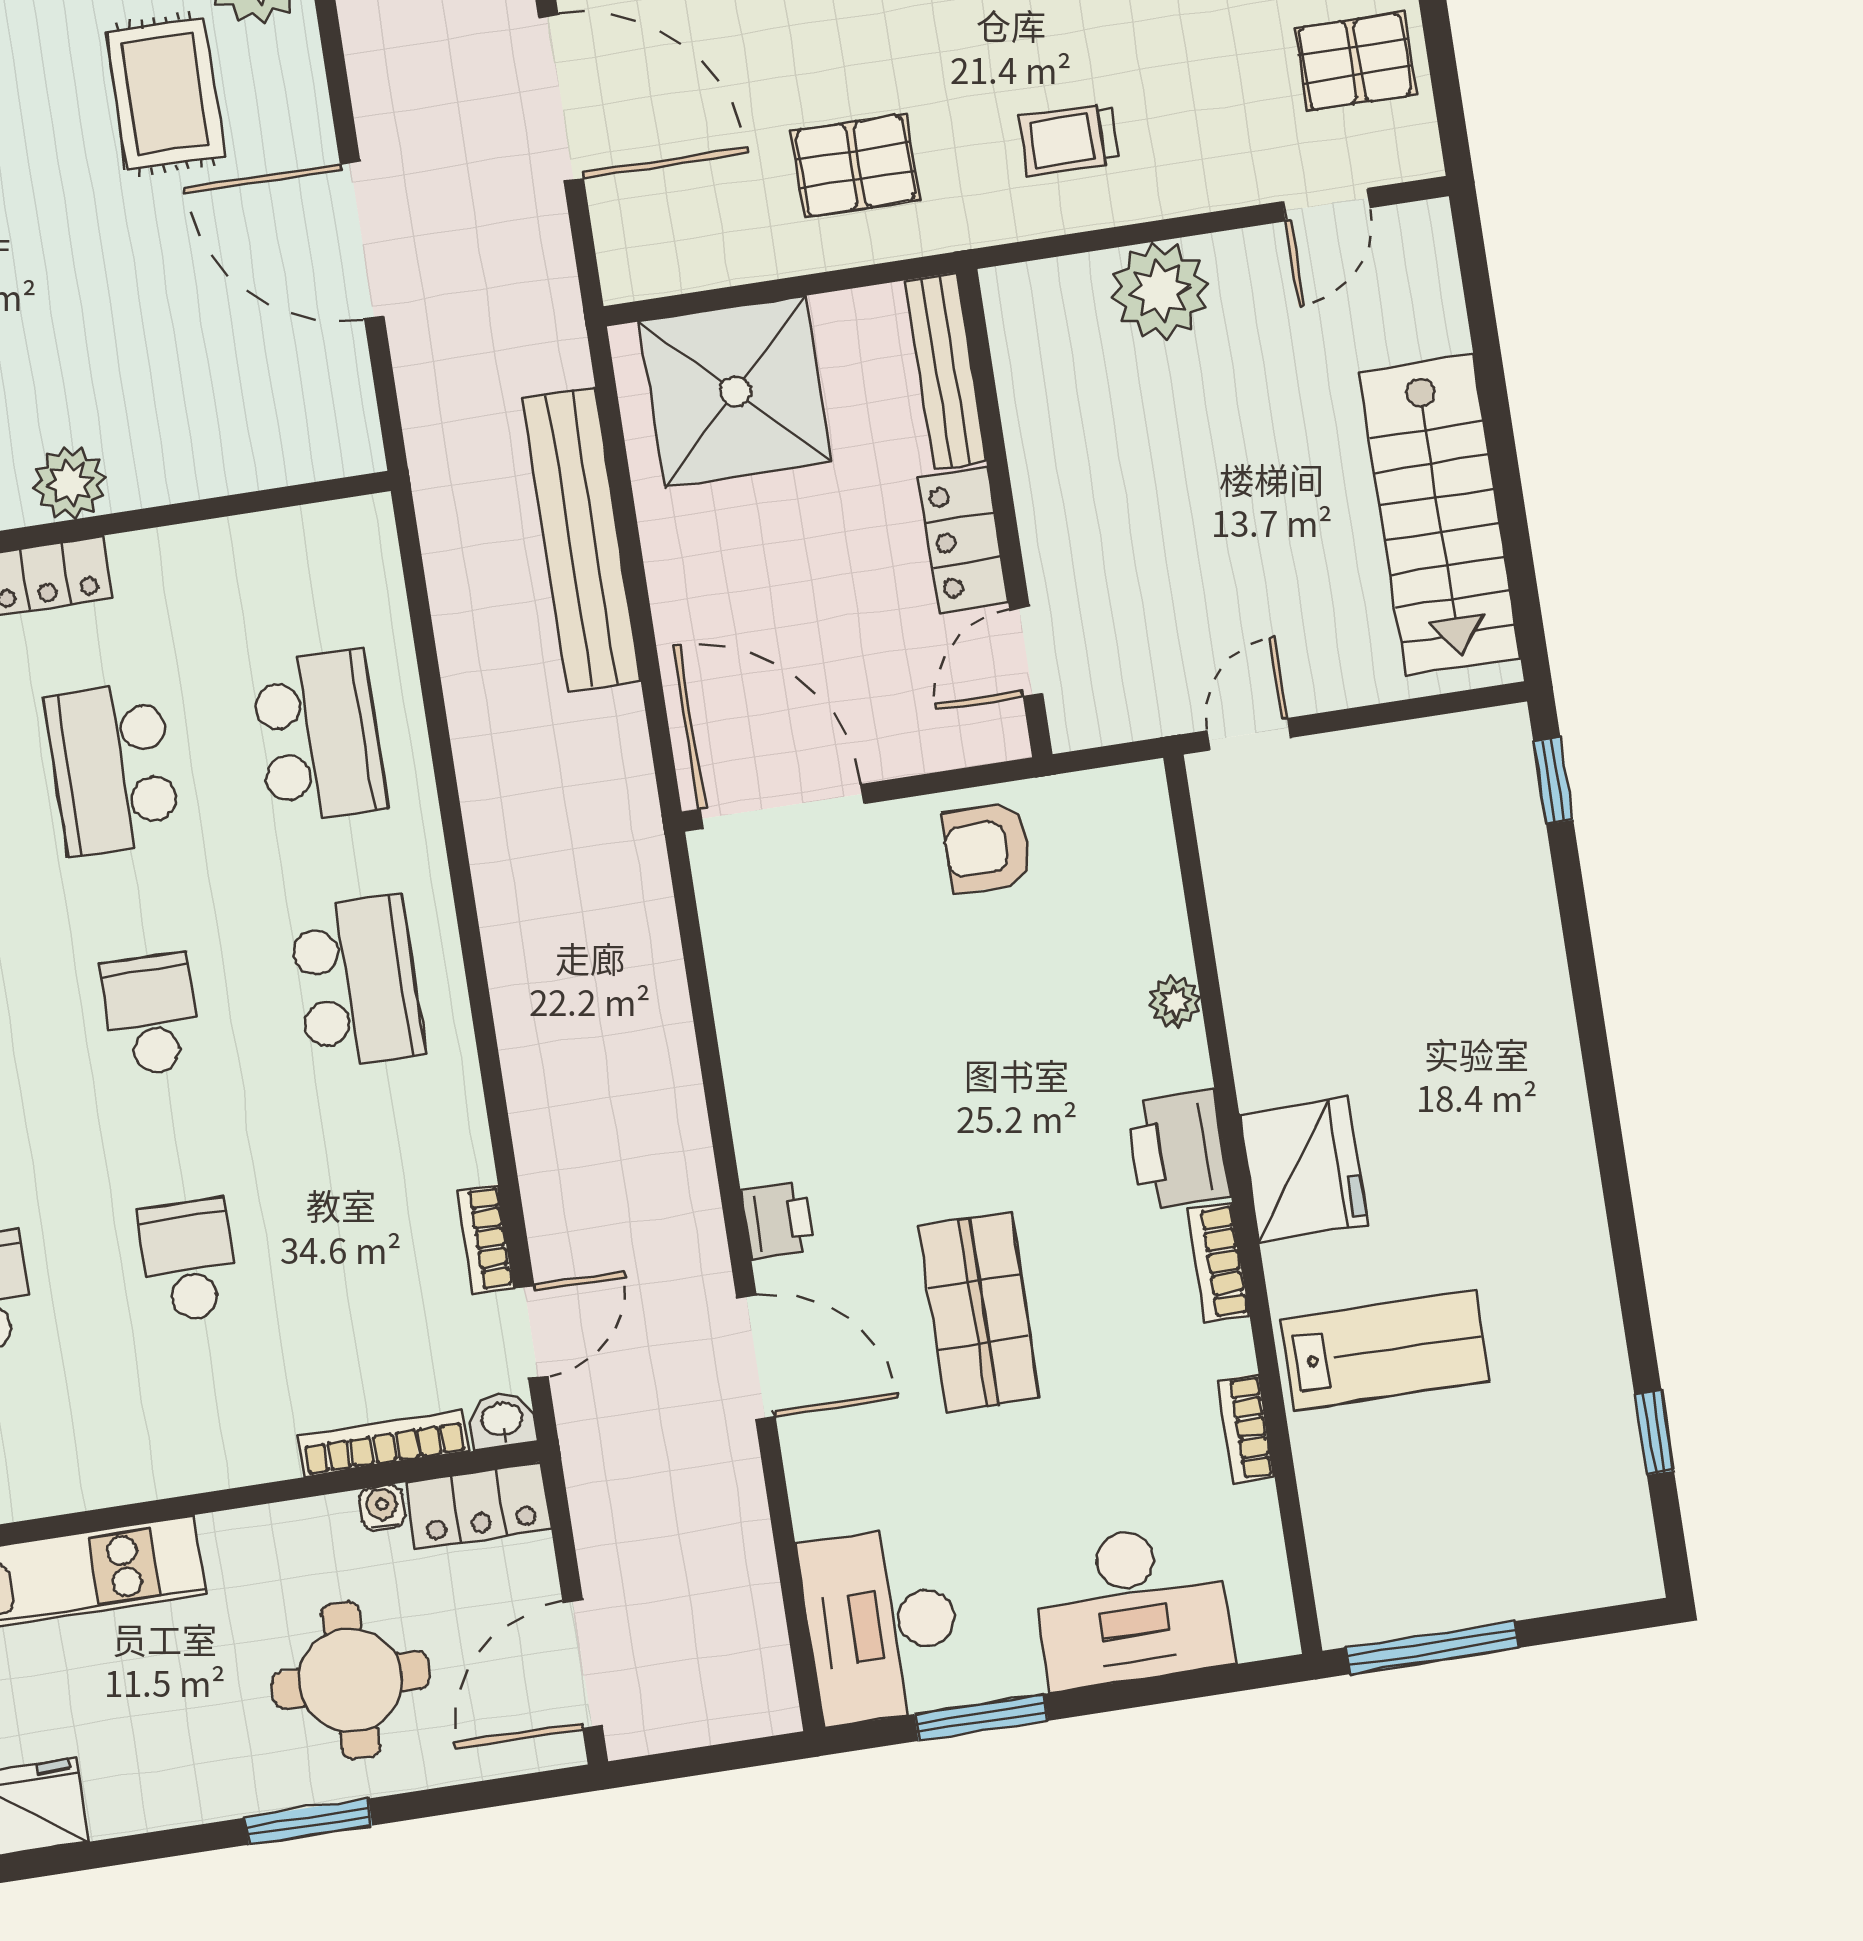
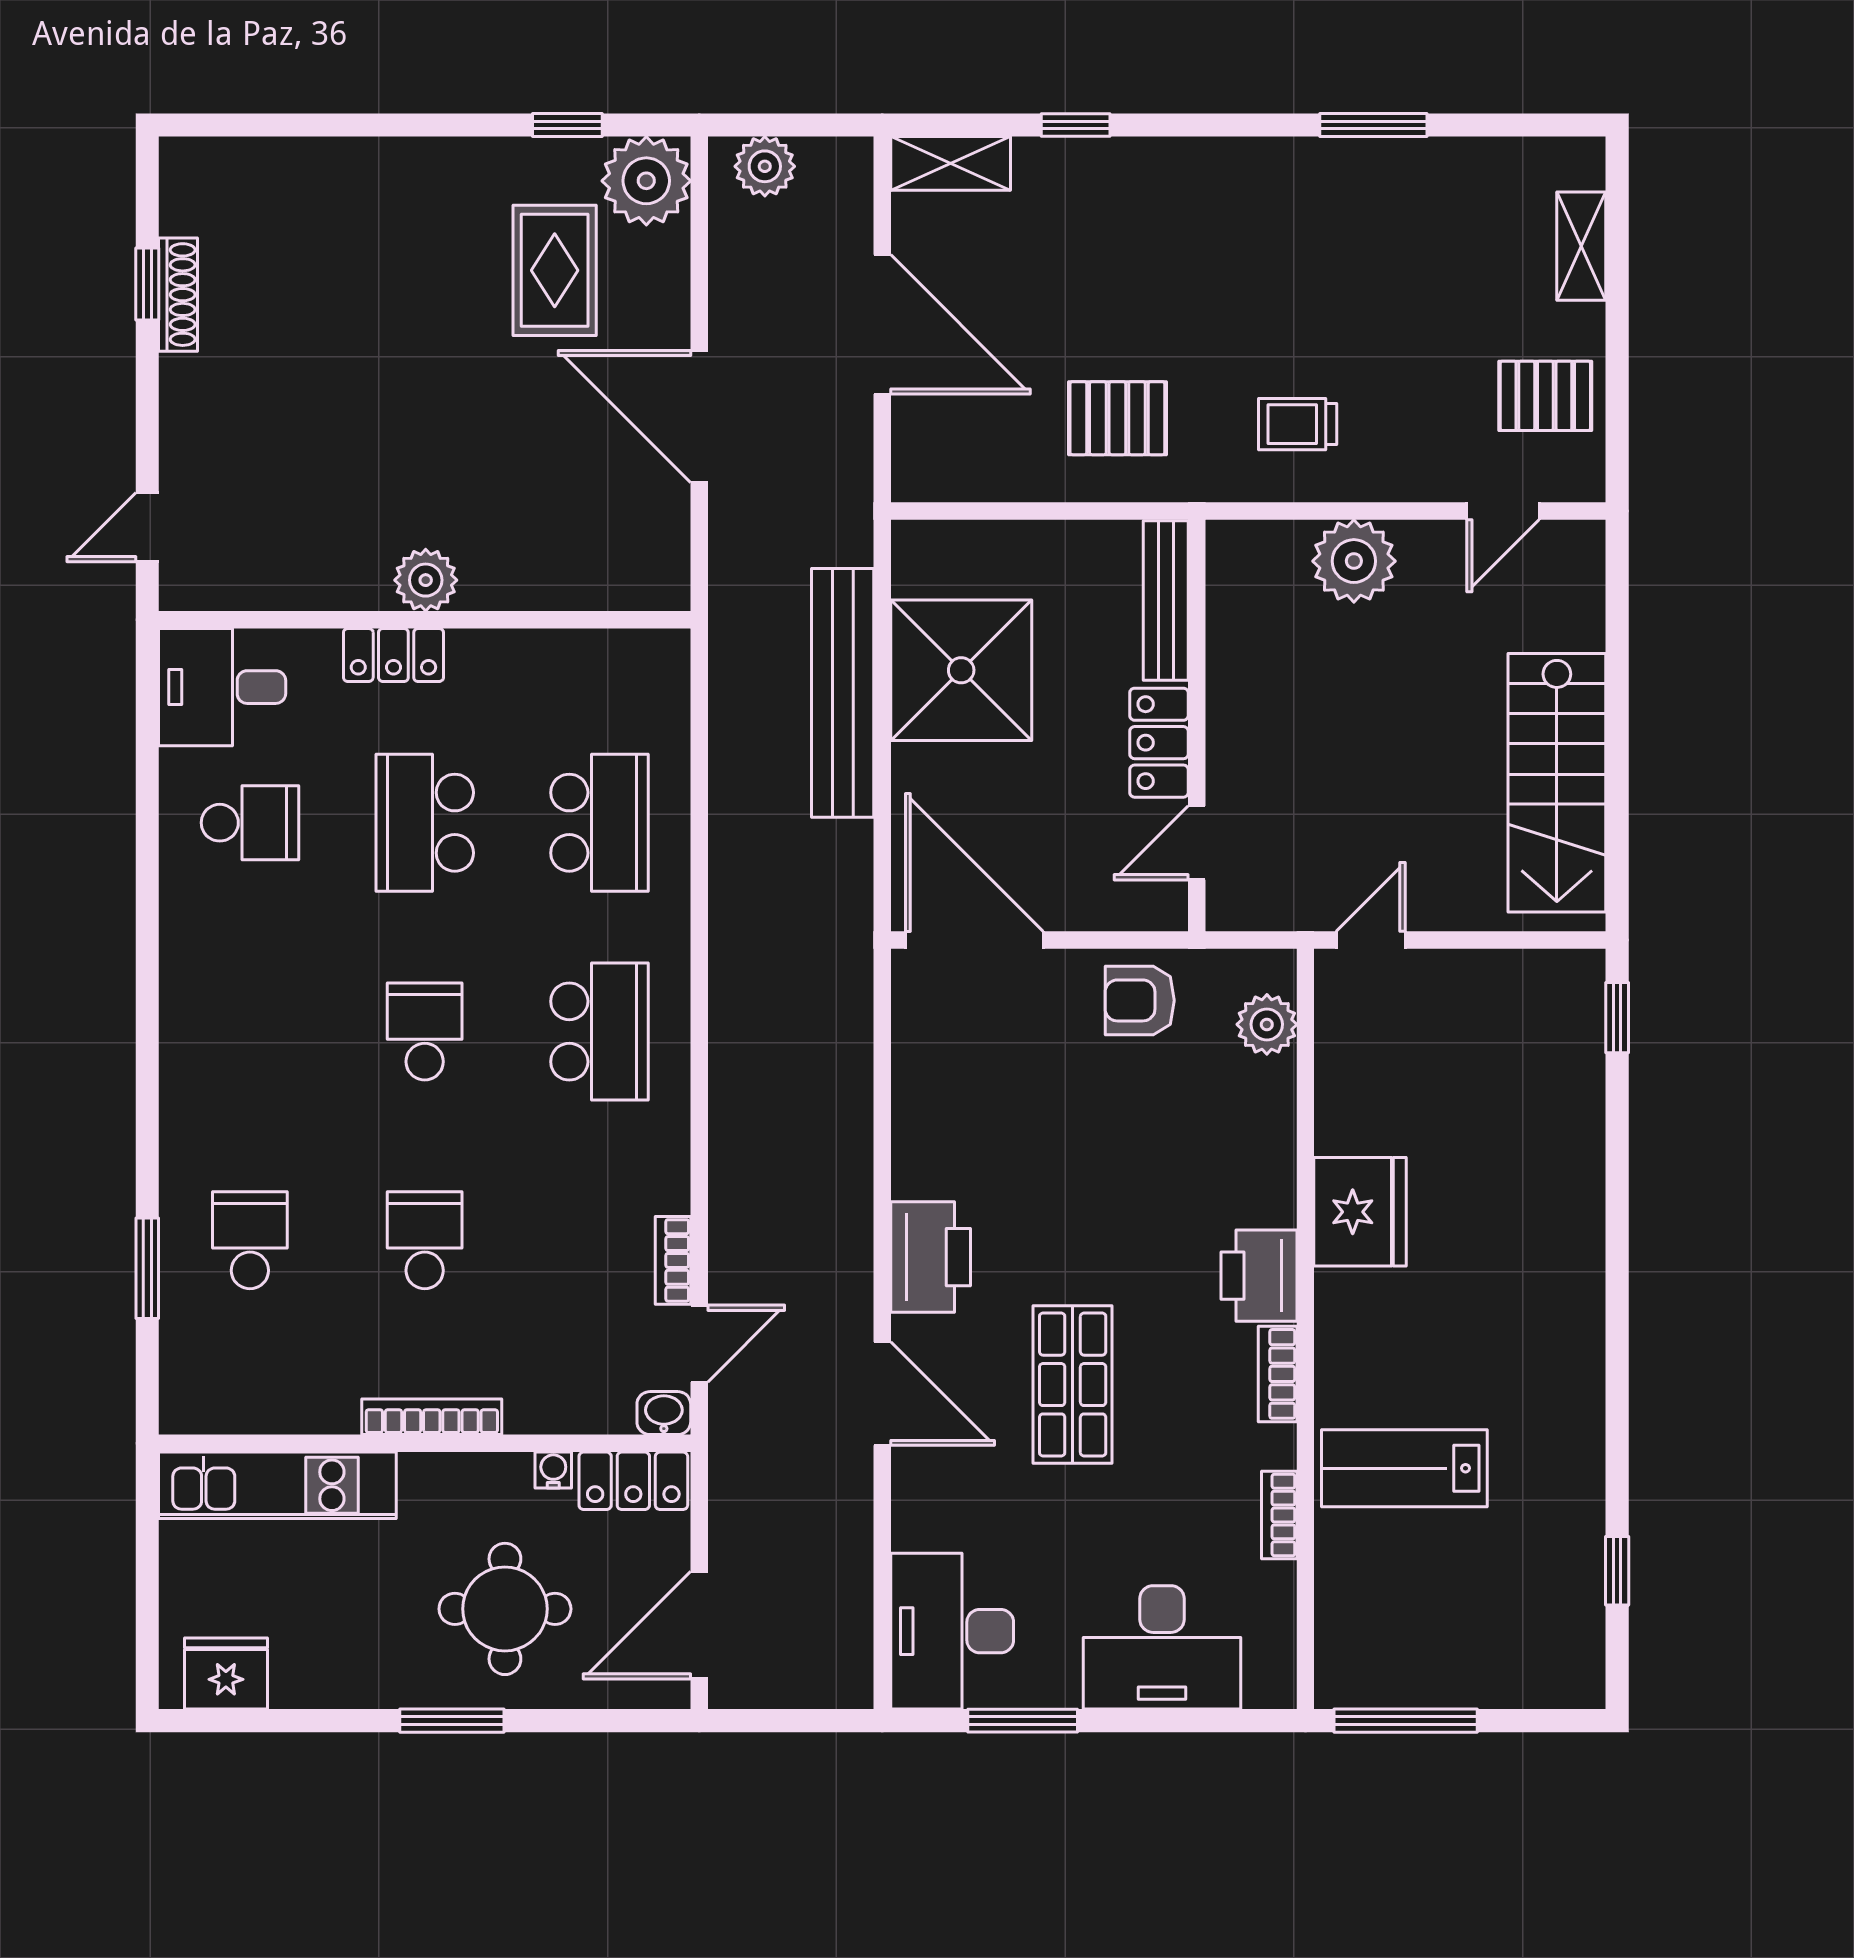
shower: (735, 391) -> (961, 670), moved
plant: (1175, 1001) -> (1267, 1024), moved, width x1.38, depth x1.38
fridge: (1303, 1170) -> (1360, 1212), moved
printer: (778, 1221) -> (931, 1257), width x1.87, depth x1.48
lab bench: (1385, 1350) -> (1404, 1468), turned 180
bookcase: (384, 1443) -> (432, 1417), moved

